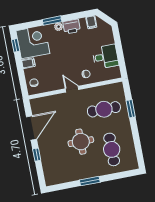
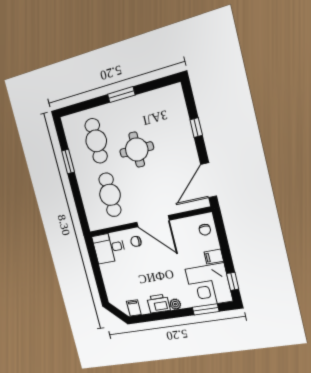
window: (52, 21) -> (206, 309), moved
desk: (105, 57) -> (109, 248), moved
door: (72, 89) -> (153, 221), width x1.88
cafe table: (104, 109) -> (110, 195), turned 90
window: (131, 109) -> (68, 161), moved
door: (32, 128) -> (209, 180), moved

